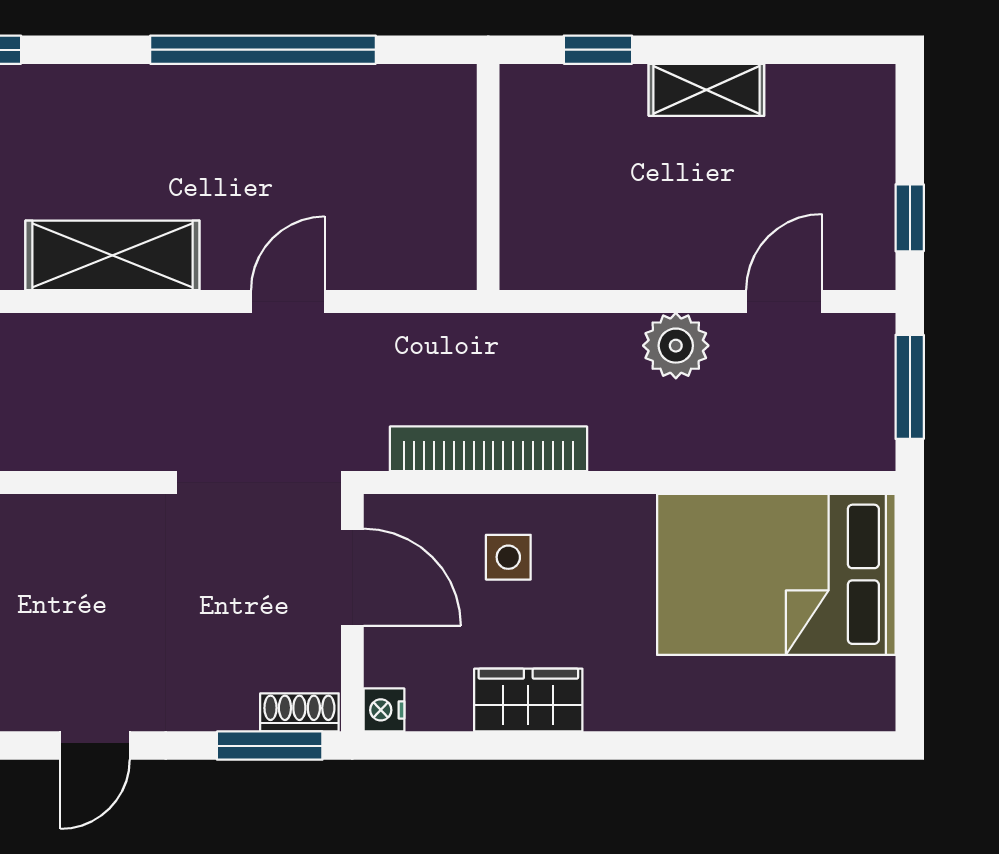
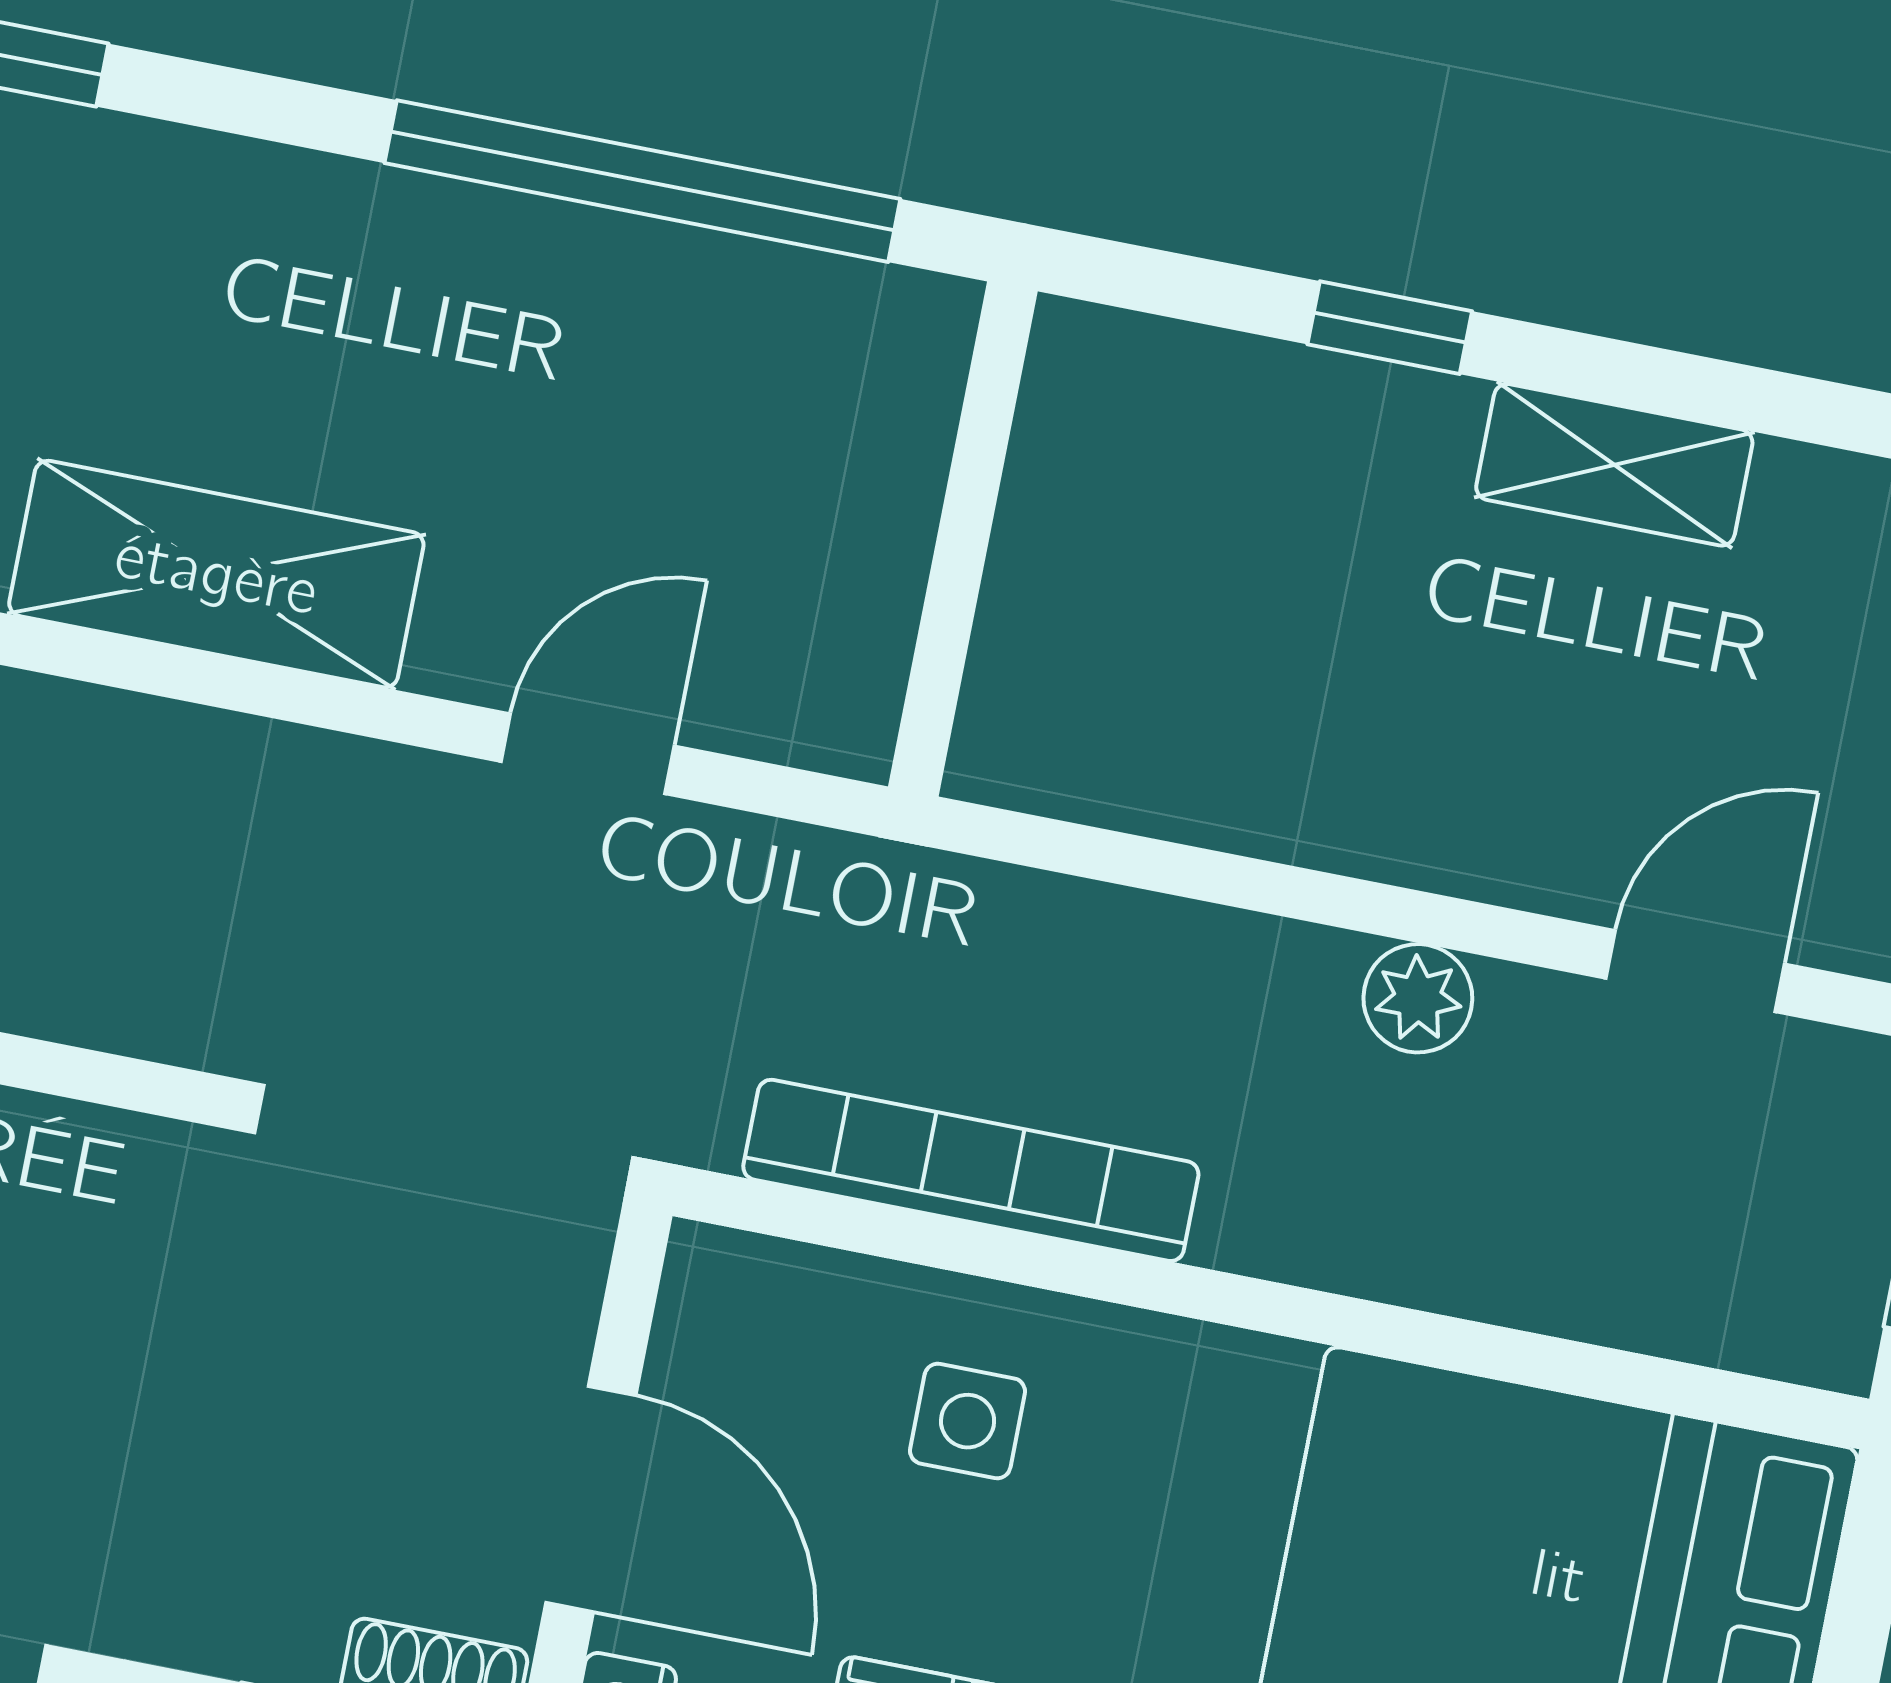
wall: (488, 177) -> (963, 539), moved
plant: (676, 346) -> (1418, 998), width x0.73, depth x0.73
door: (352, 577) -> (591, 1499), moved

